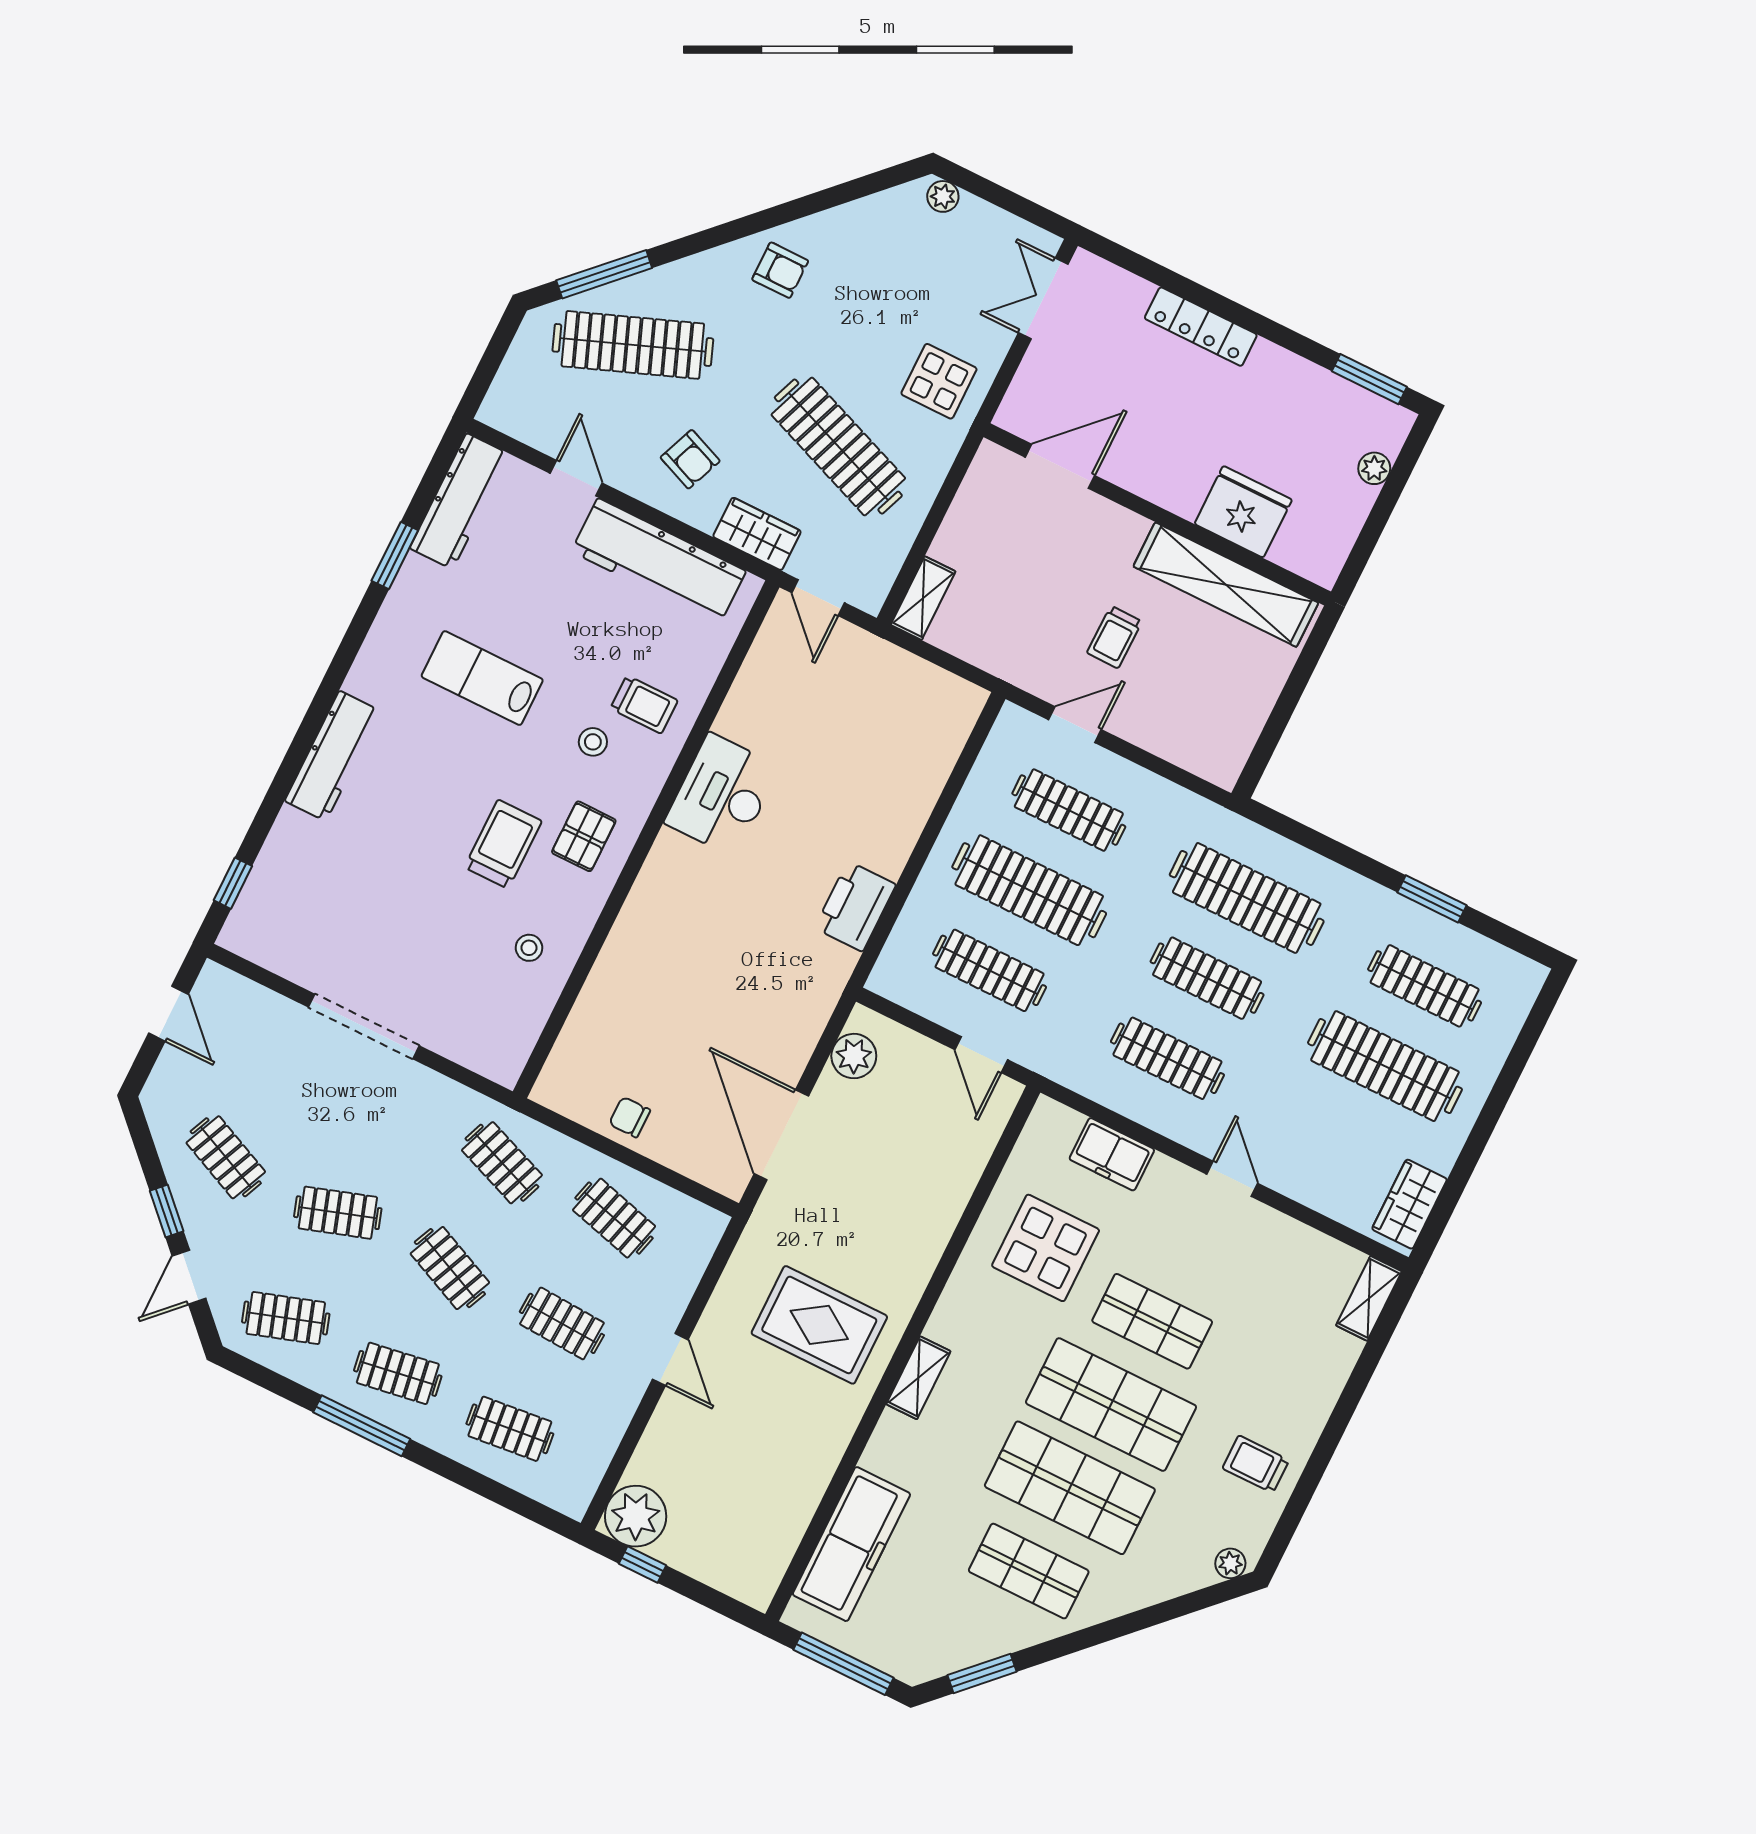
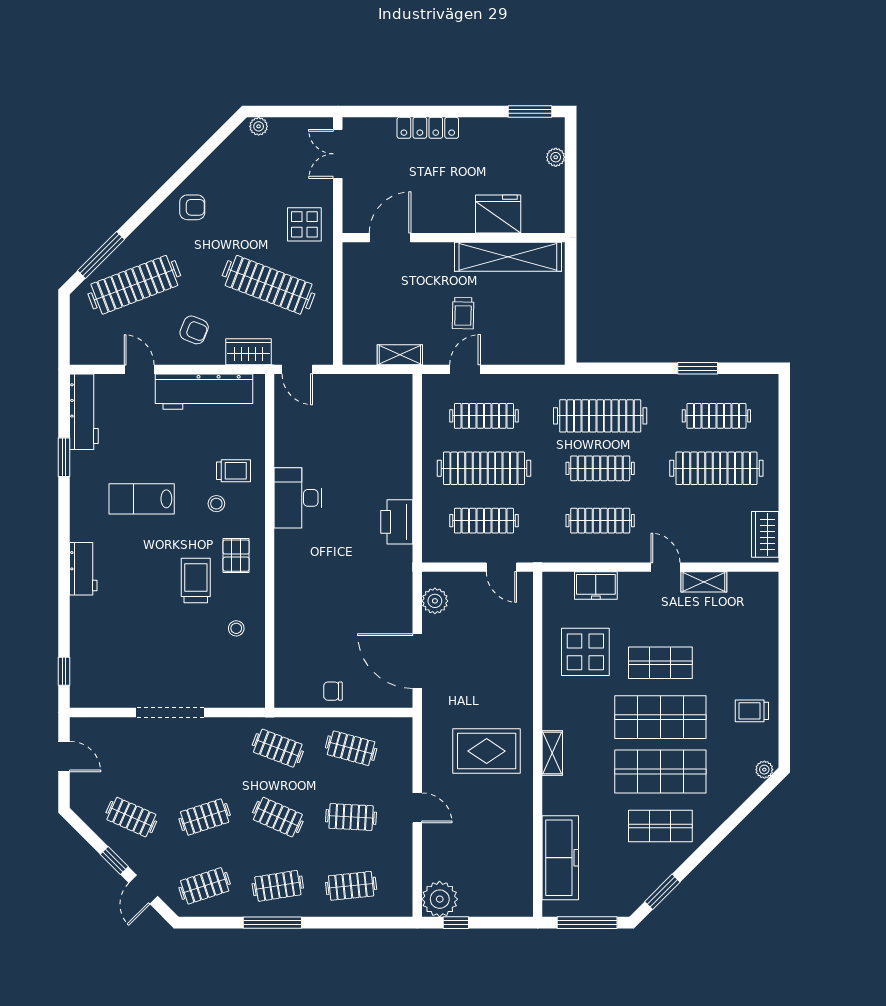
shelving: (923, 598) -> (400, 355), moved, turned 90
workbench: (333, 756) -> (83, 569), width x0.73
shelving: (1369, 1298) -> (704, 582), moved, turned 90

